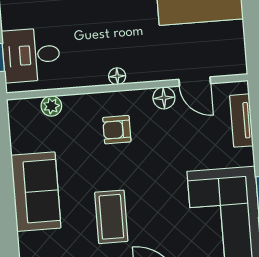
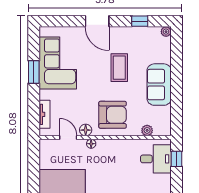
floor lamp: (117, 76) -> (91, 144), moved
armchair: (117, 130) -> (113, 115), width x1.88, depth x1.88

